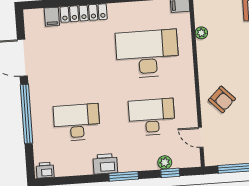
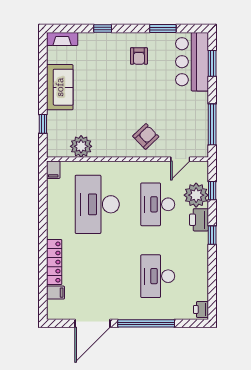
plant: (201, 33) -> (81, 146), width x1.87, depth x1.87
plant: (165, 162) -> (196, 195), width x1.88, depth x1.88
printer: (105, 164) -> (199, 220), moved
window: (124, 176) -> (212, 235), width x0.67

